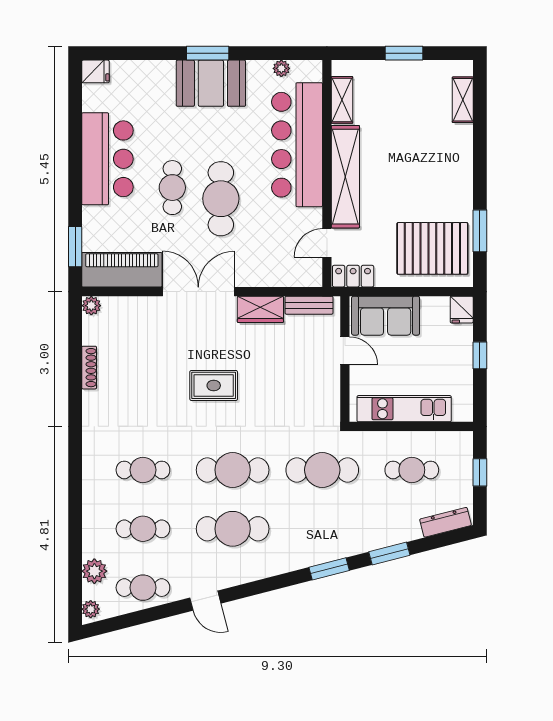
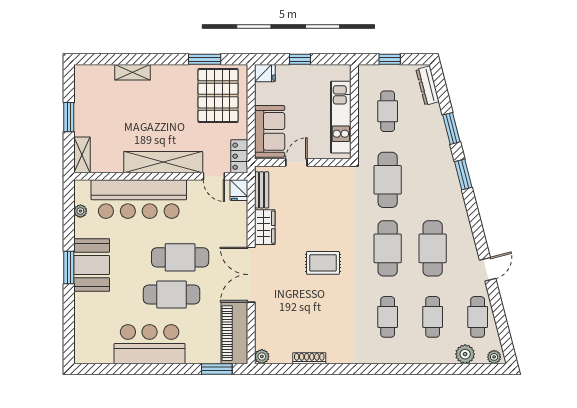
fridge: (95, 71) -> (239, 190), moved, turned 180
shelving: (342, 100) -> (82, 155), moved, turned 90
shelving: (463, 100) -> (133, 72), moved
cafe table: (172, 188) -> (172, 294), width x1.37, depth x1.35
rug: (214, 385) -> (323, 263), turned 90

